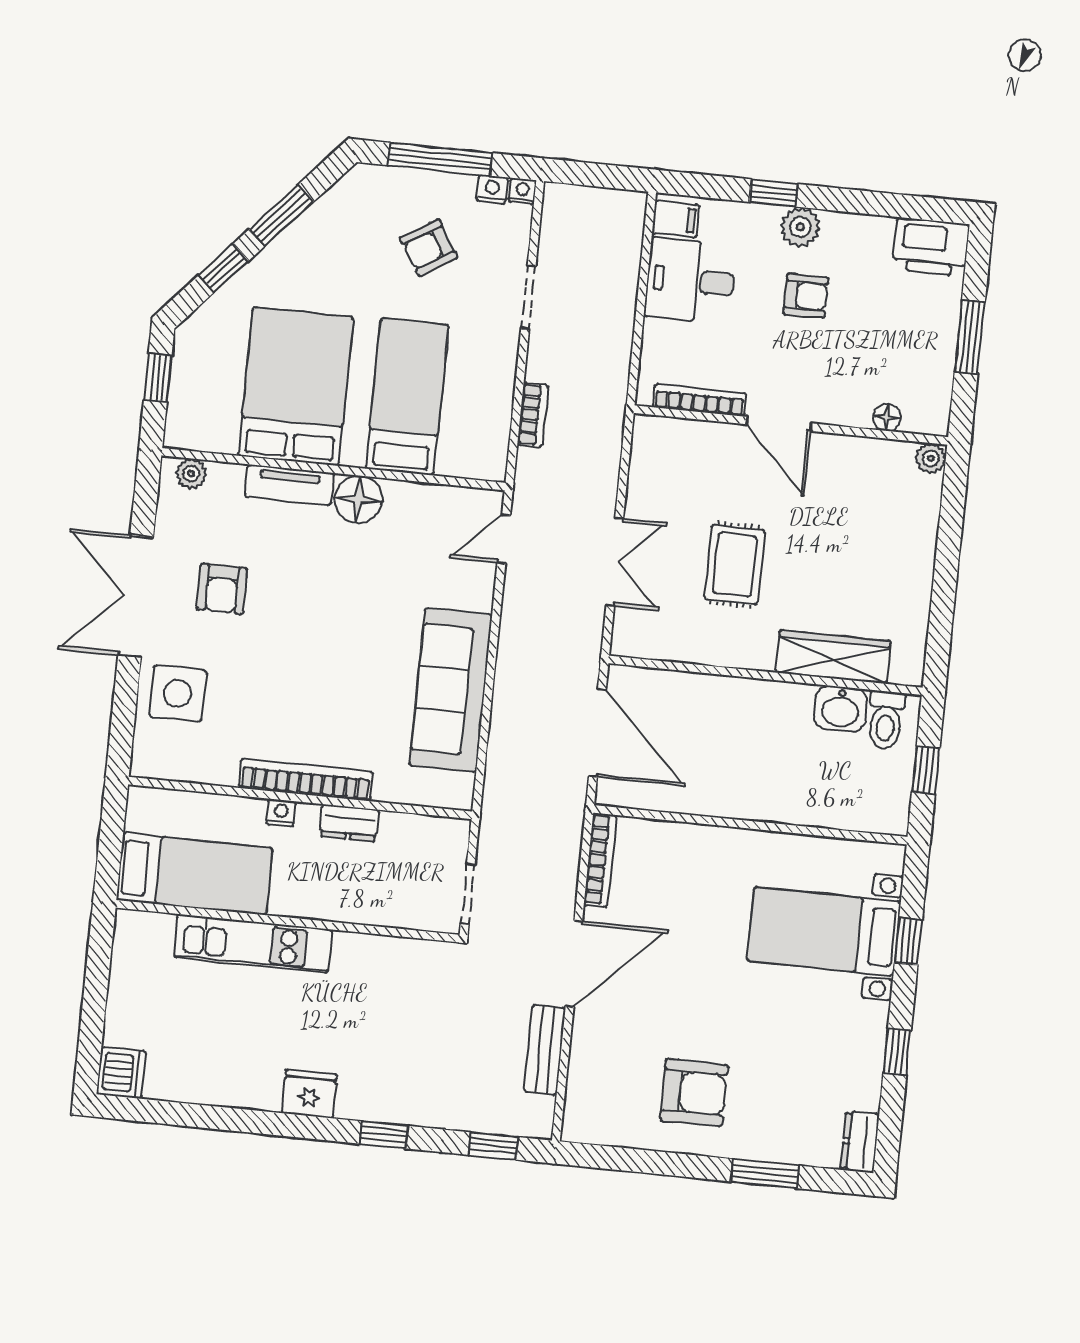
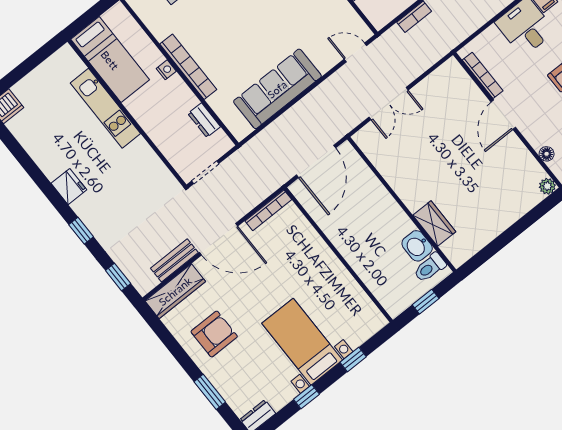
rug: (735, 565) -> (433, 151), removed
wardrobe: (833, 657) -> (434, 223), width x0.67
dresser: (349, 823) -> (204, 120), moved
bed with nightstands: (824, 931) -> (302, 342), moved
wardrobe: (586, 1089) -> (175, 291), added
armchair: (694, 1093) -> (214, 334), turned -90

